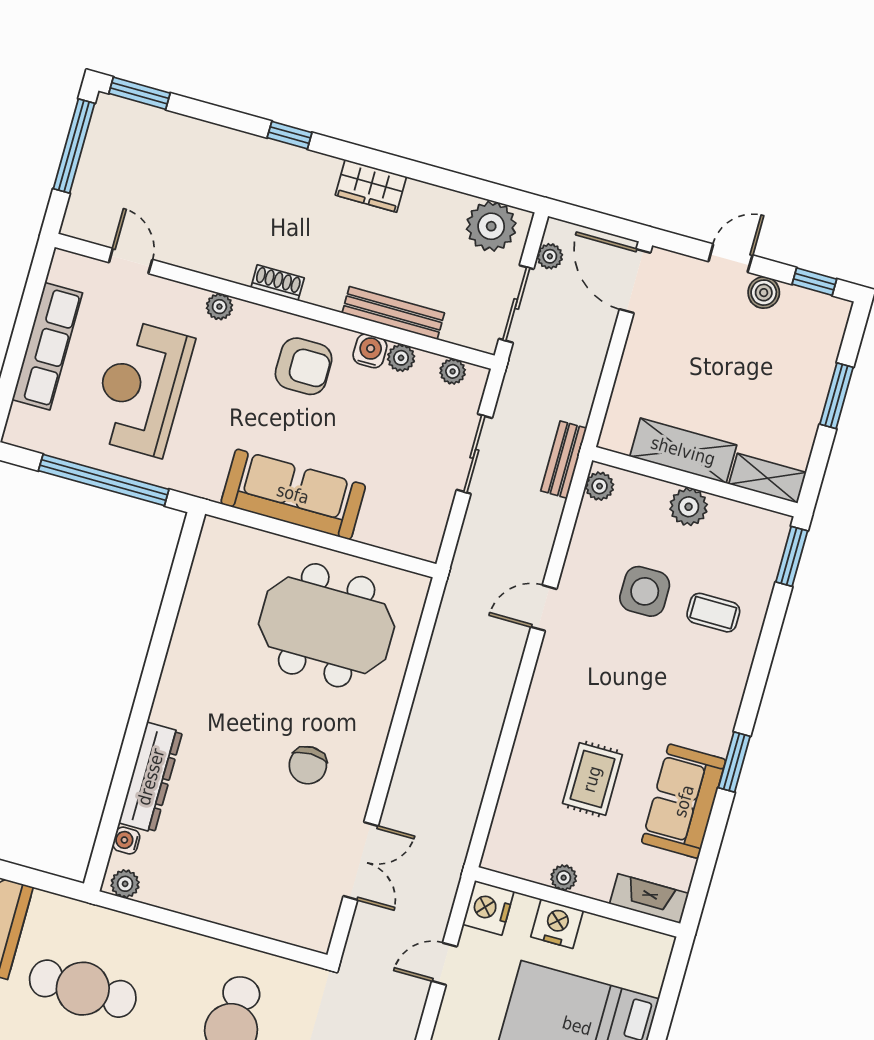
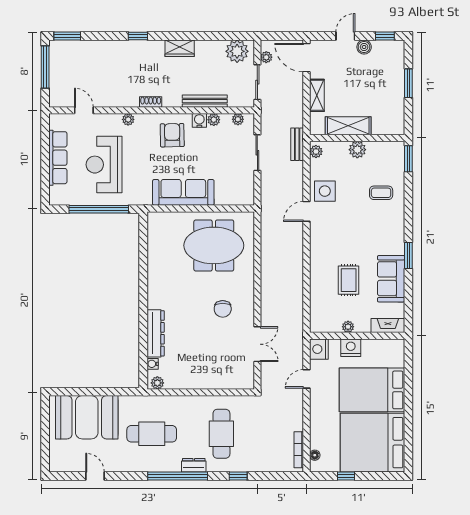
armchair: (304, 366) -> (172, 135), turned -91
shelving: (767, 478) -> (317, 95), moved, turned 90
side table: (645, 591) -> (325, 191), moved

